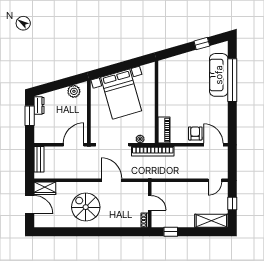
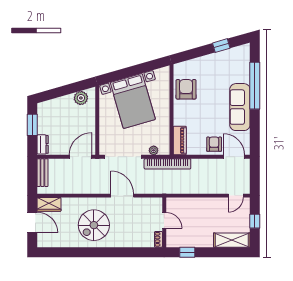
sofa: (219, 75) -> (240, 107), moved
armchair: (170, 83) -> (186, 89), added
dresser: (39, 105) -> (43, 144), moved
spiral stairs: (86, 207) -> (94, 225), turned -90

